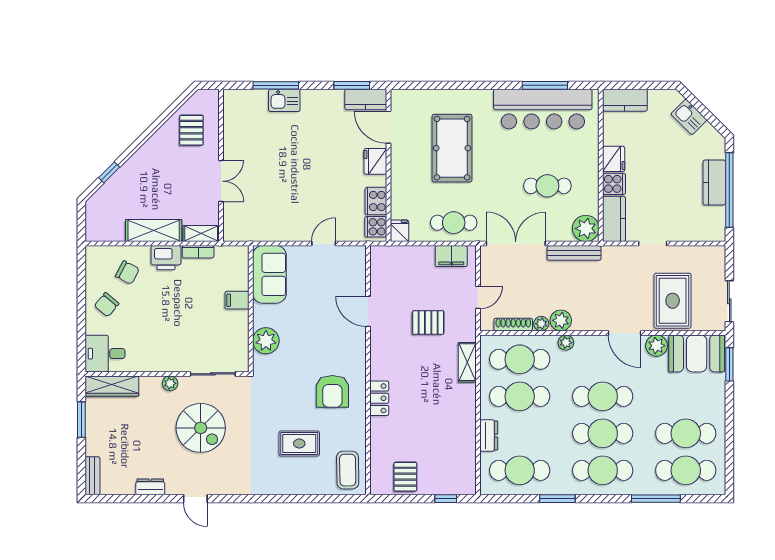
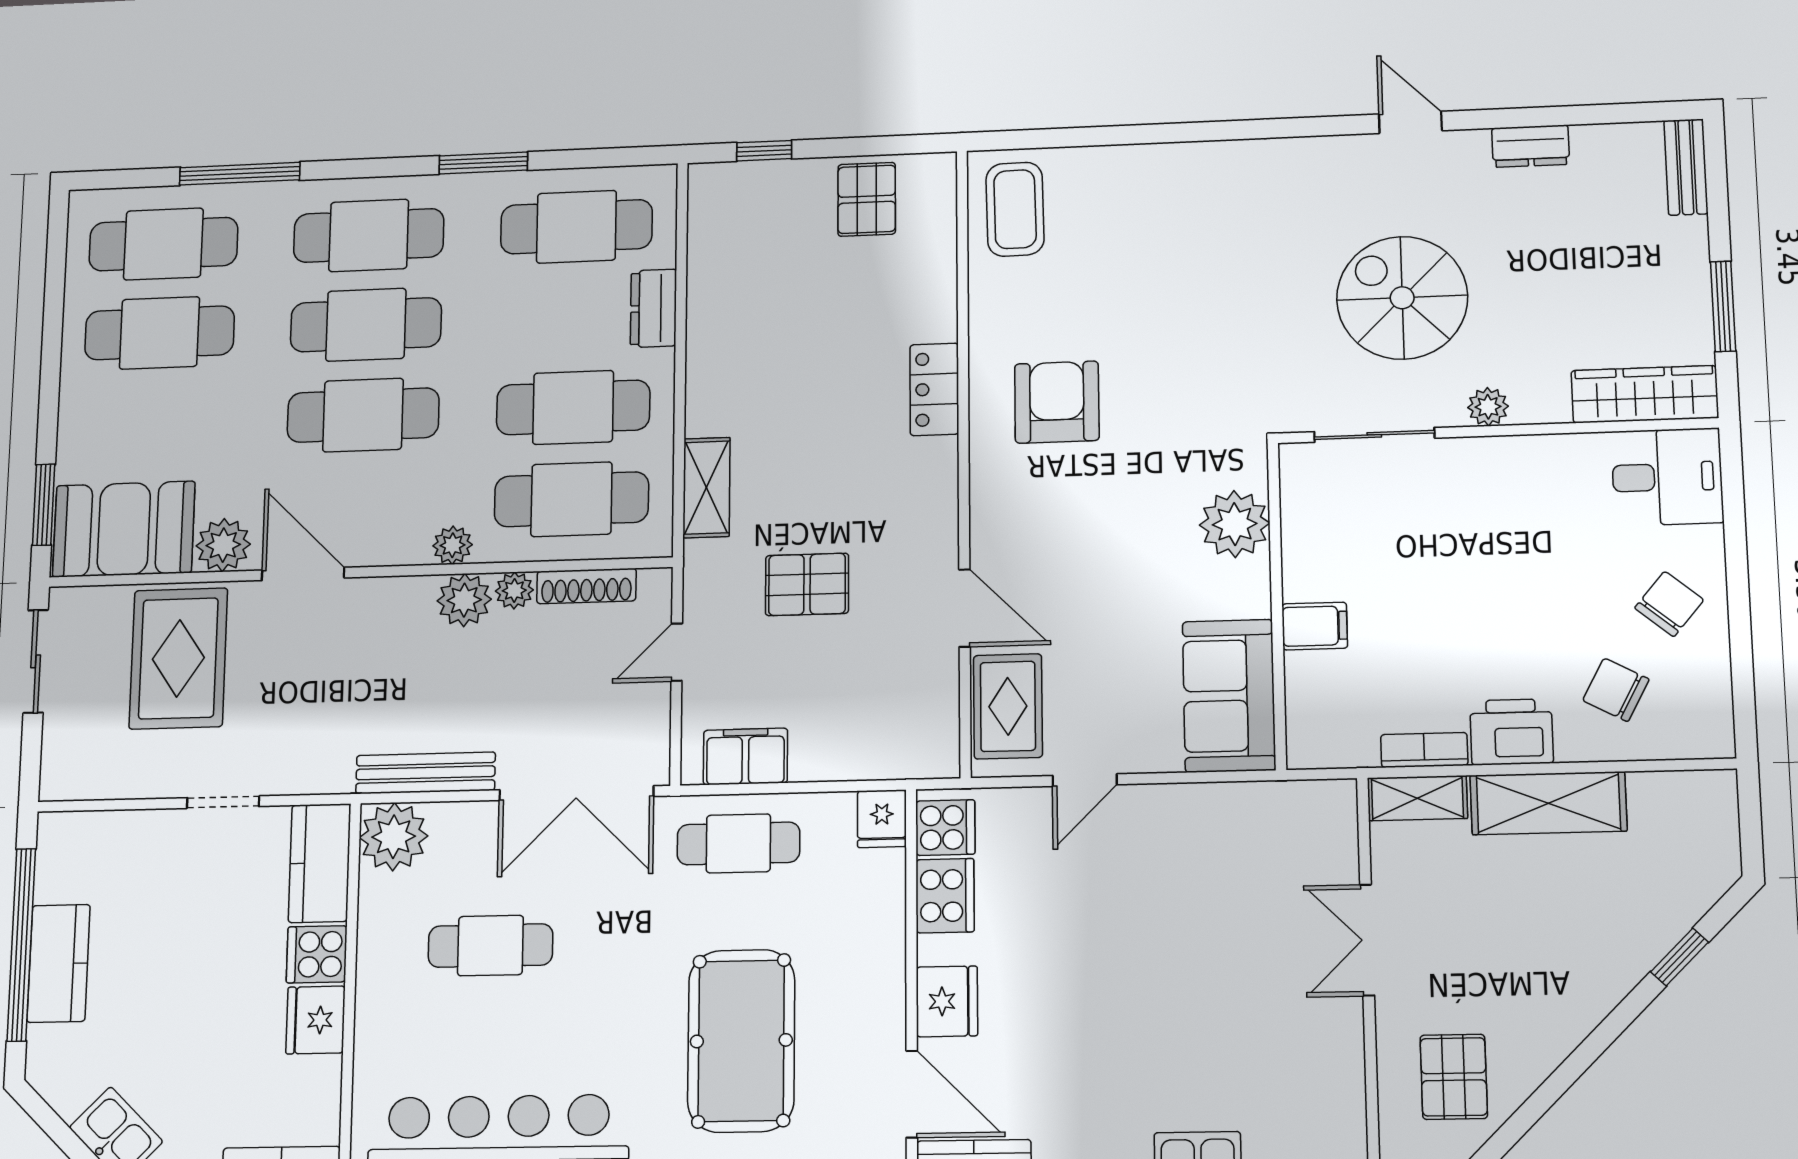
rug: (299, 444) -> (1008, 706), moved, turned 90

